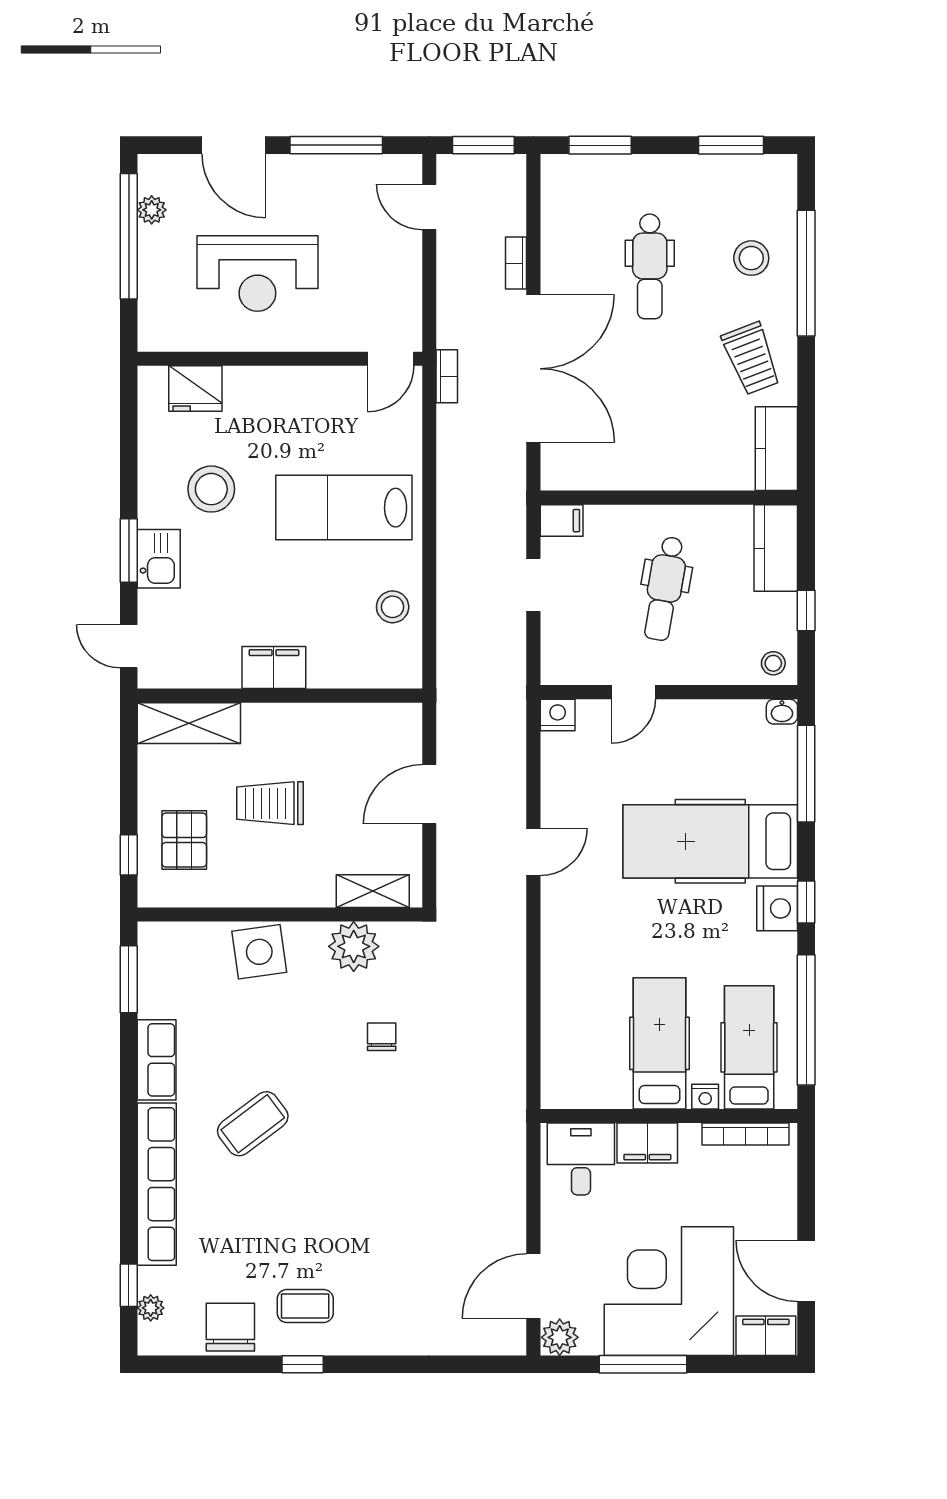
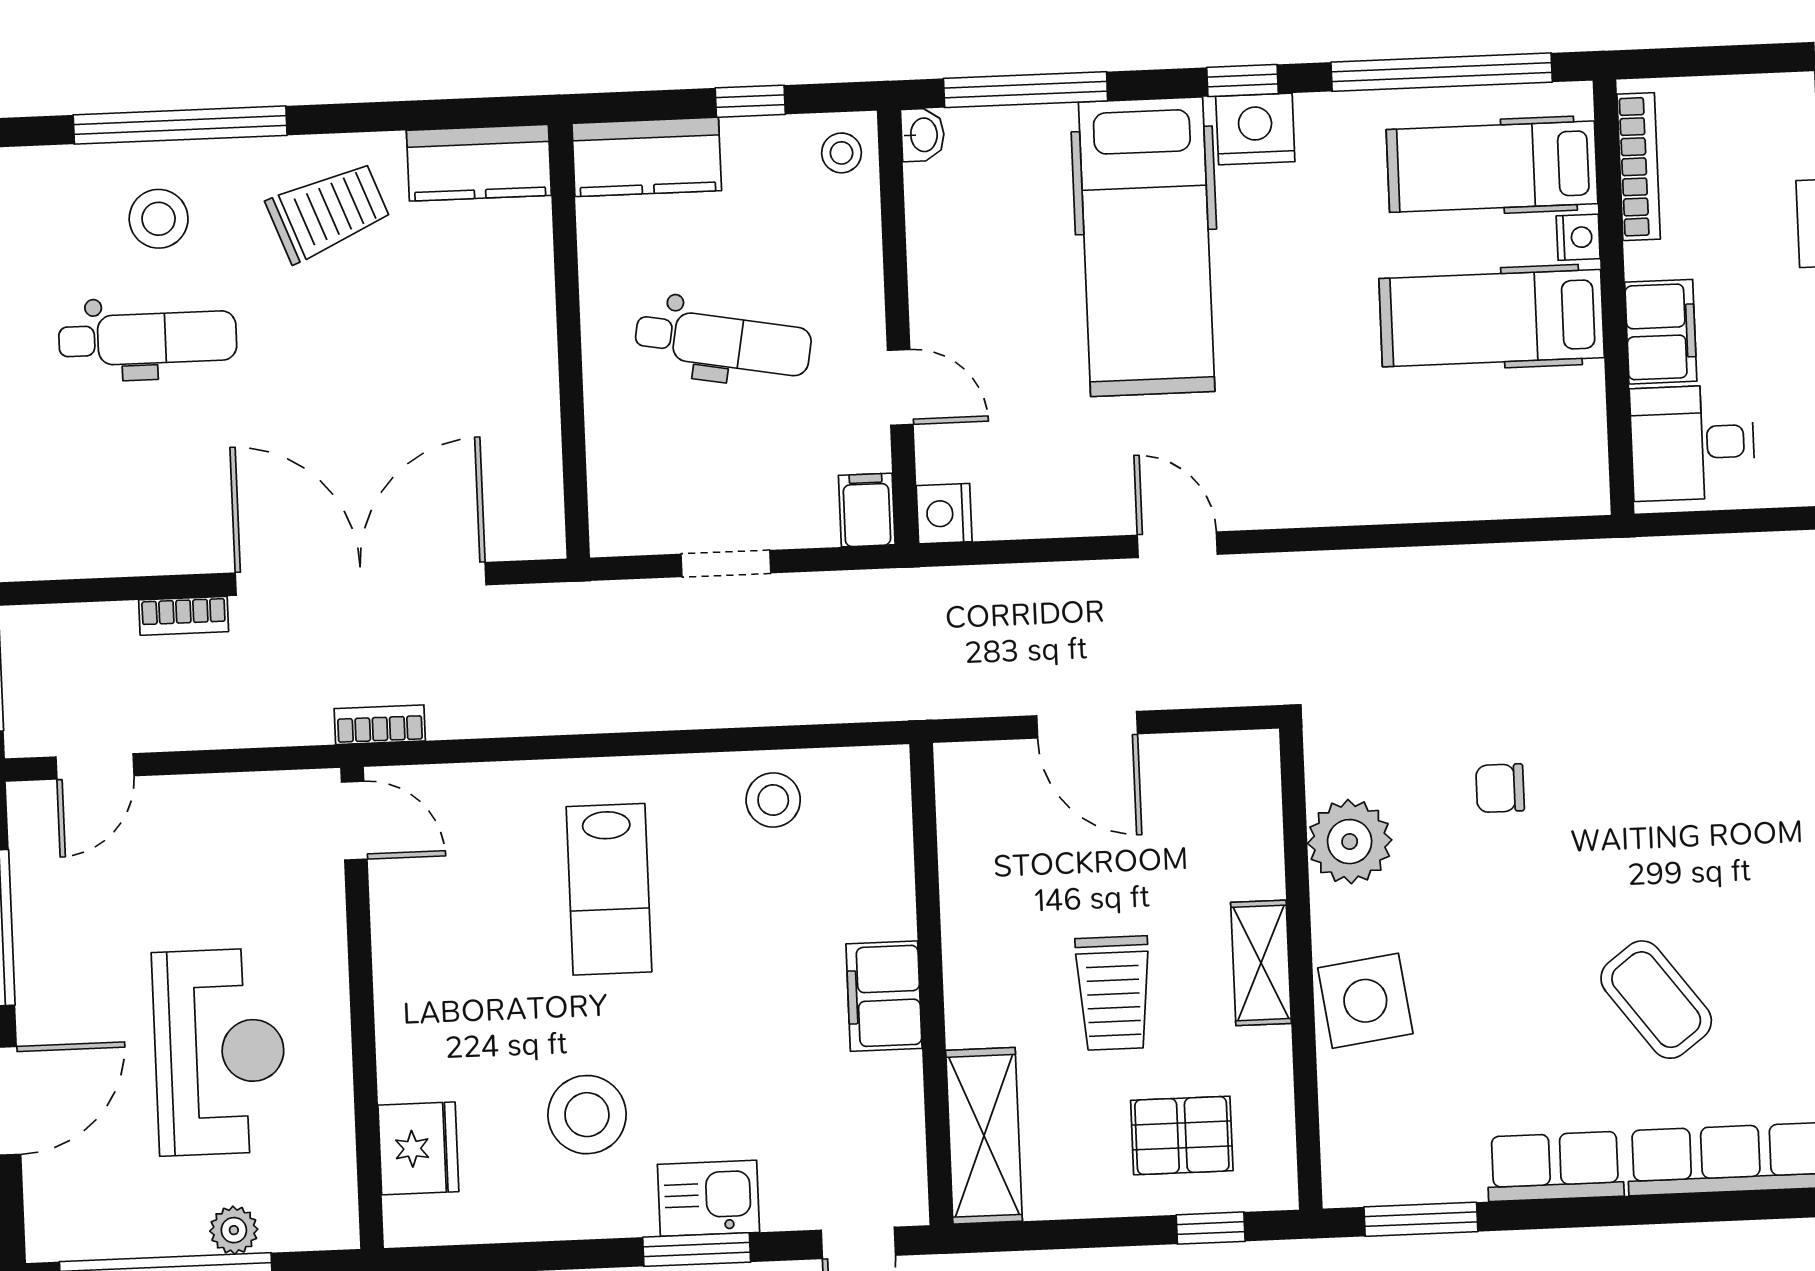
plant: (152, 210) -> (234, 1230), moved
dental chair: (650, 266) -> (148, 339), moved
lab bench: (344, 508) -> (609, 889), width x0.73, depth x0.72
filing cabinet: (562, 521) -> (867, 510), moved
shelving: (373, 891) -> (1261, 963), moved

